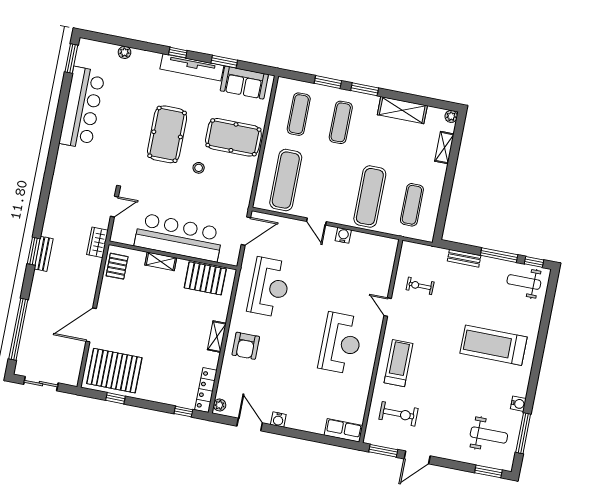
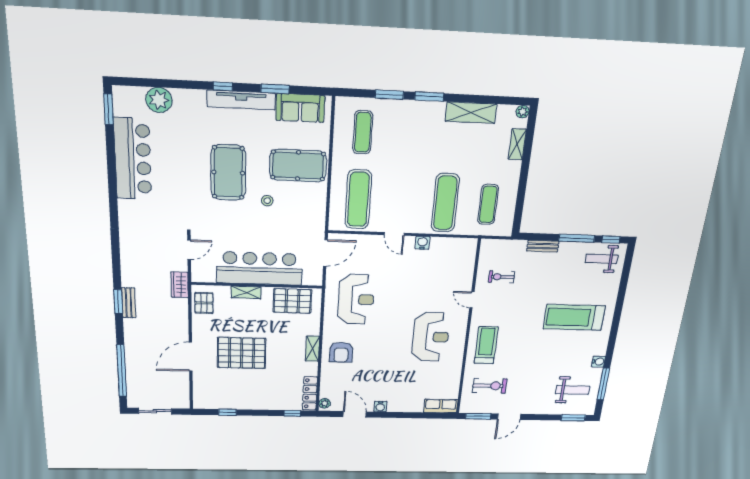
plant: (125, 52) -> (159, 100), width x1.88, depth x1.88
exercise mat: (341, 122) -> (408, 134), removed
pallet: (114, 371) -> (242, 353), moved

